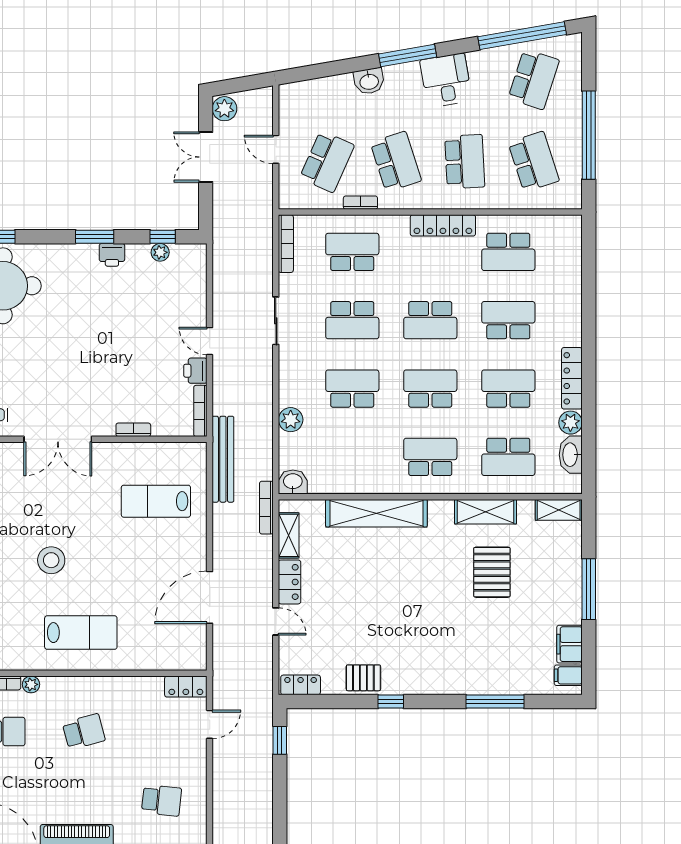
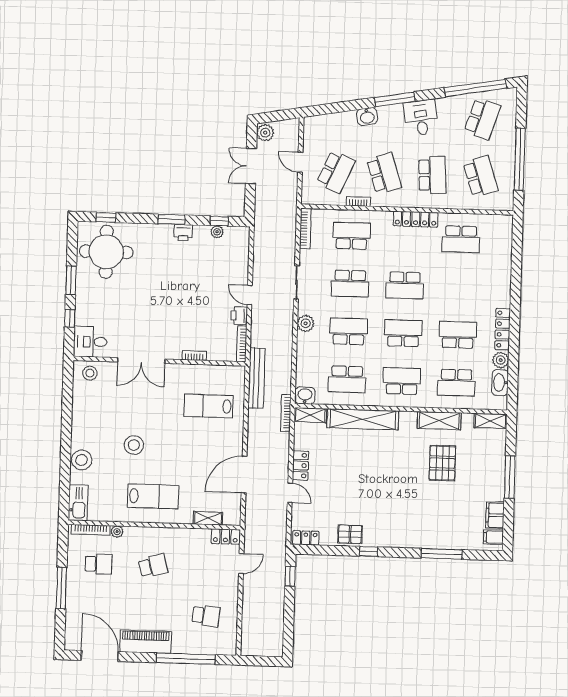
school desk: (508, 320) -> (347, 379), moved, turned 180
plant: (291, 420) -> (306, 323), moved
shelving: (289, 535) -> (310, 415), moved, turned 90
shelving: (160, 661) -> (208, 518), added

